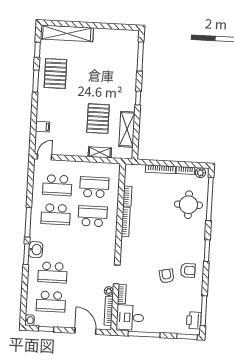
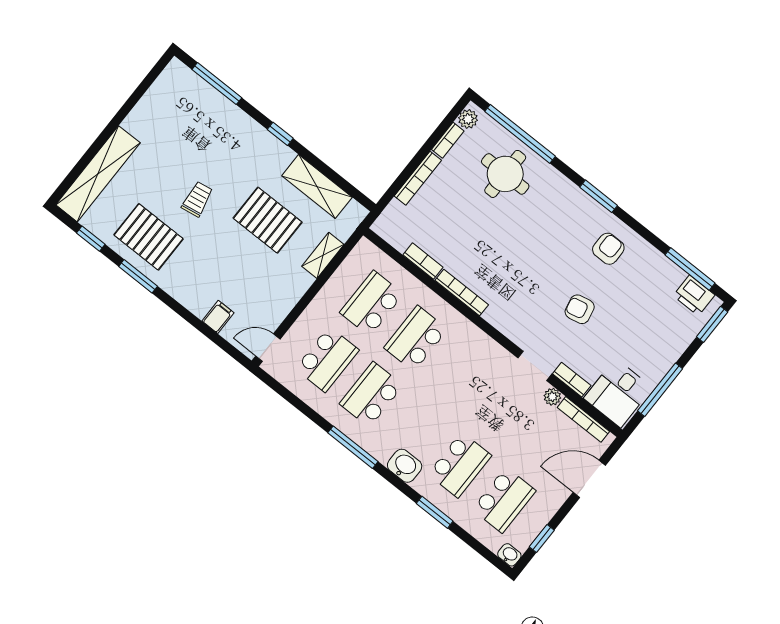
trolley: (86, 83) -> (197, 199), added
door: (45, 157) -> (268, 348), hinge flipped
school desk: (56, 214) -> (371, 395), turned 180
window: (26, 254) -> (435, 512), moved
armchair: (167, 276) -> (580, 309), moved

